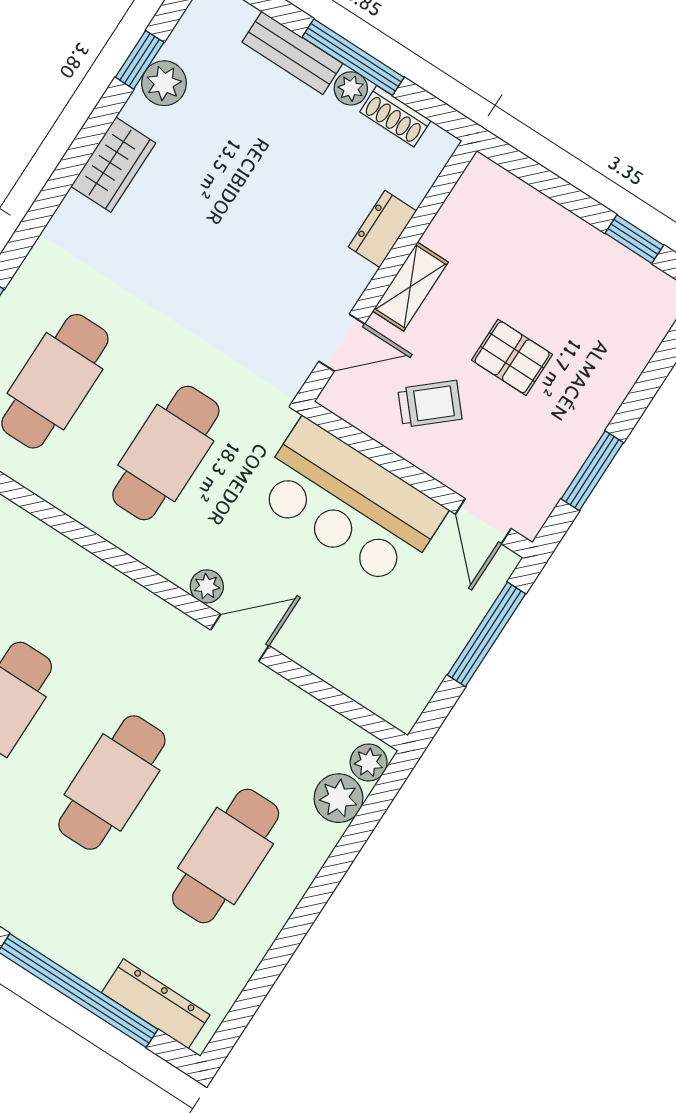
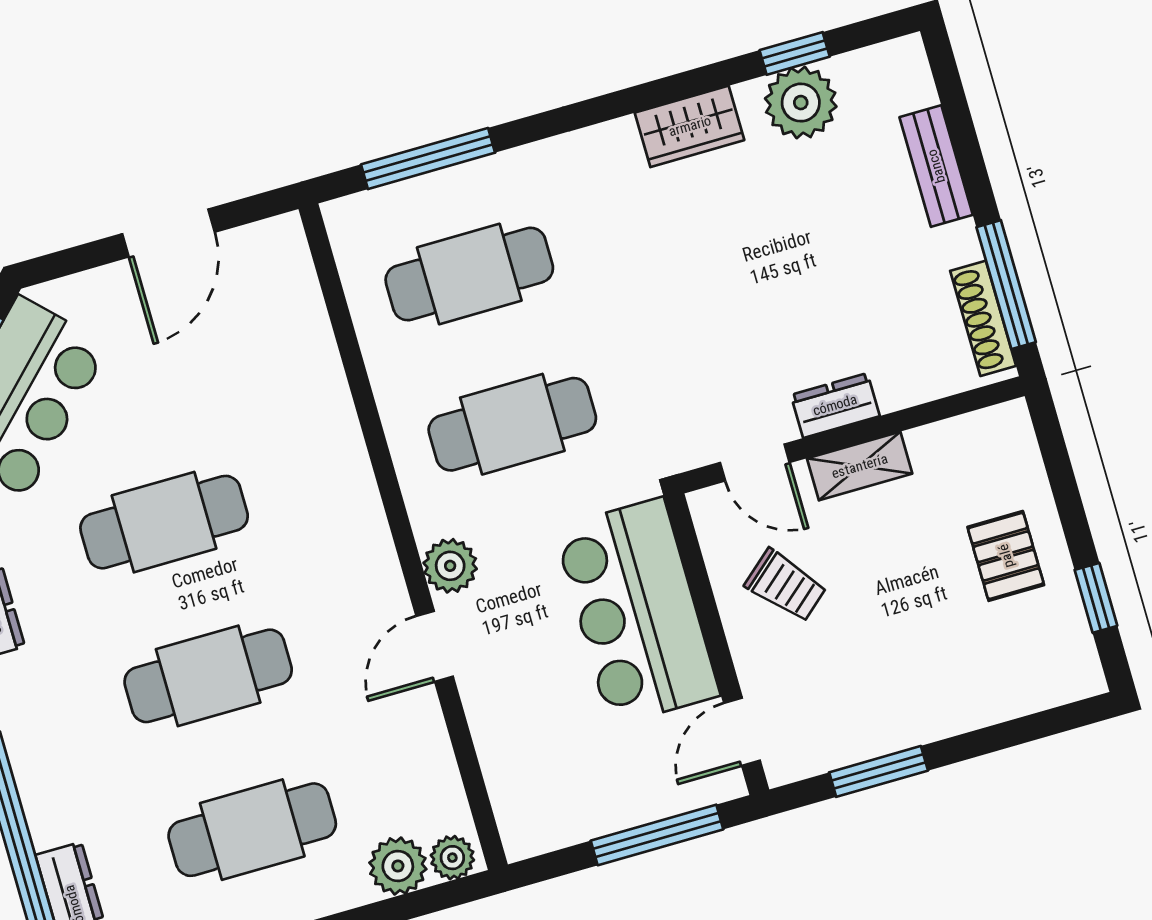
window: (353, 57) -> (1006, 285), moved
plant: (164, 83) -> (801, 103), width x1.36, depth x1.36
plant: (351, 88) -> (960, 243), removed
shoe rack: (395, 116) -> (983, 318), width x1.43
dresser: (382, 229) -> (835, 405), moved
pallet: (512, 357) -> (1006, 556), moved
plant: (207, 586) -> (450, 566), width x1.38, depth x1.38
door: (240, 638) -> (435, 646), swing flipped

